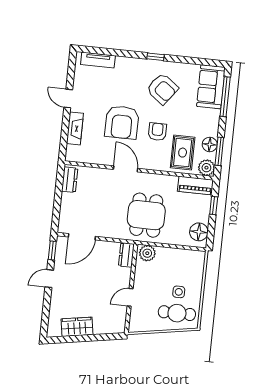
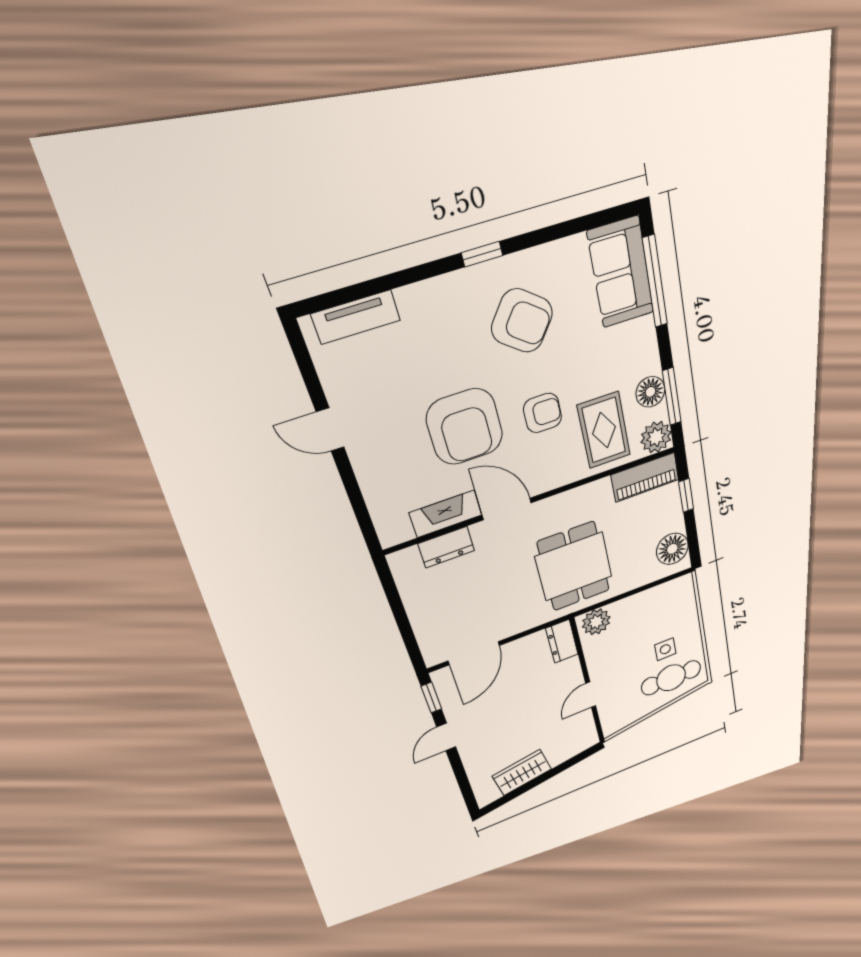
fireplace: (75, 128) -> (446, 514), moved, turned -90
armchair: (157, 132) -> (543, 413), turned 90
dresser: (70, 180) -> (446, 547), moved, turned 90

